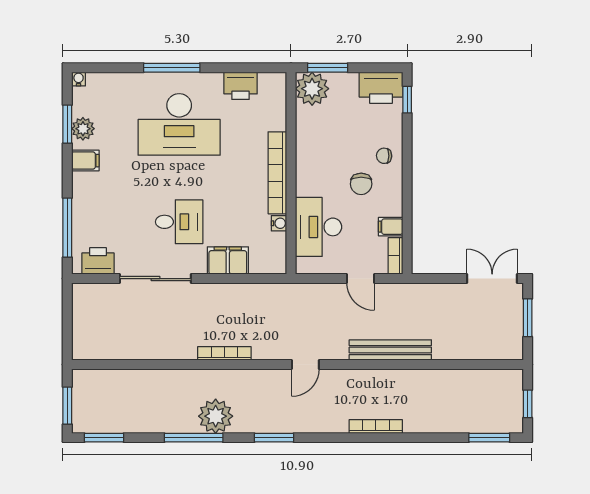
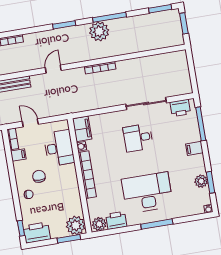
plant: (271, 84) -> (99, 224), added
filing cabinet: (85, 161) -> (194, 148), moved
filing cabinet: (228, 260) -> (82, 129), moved, turned -90

